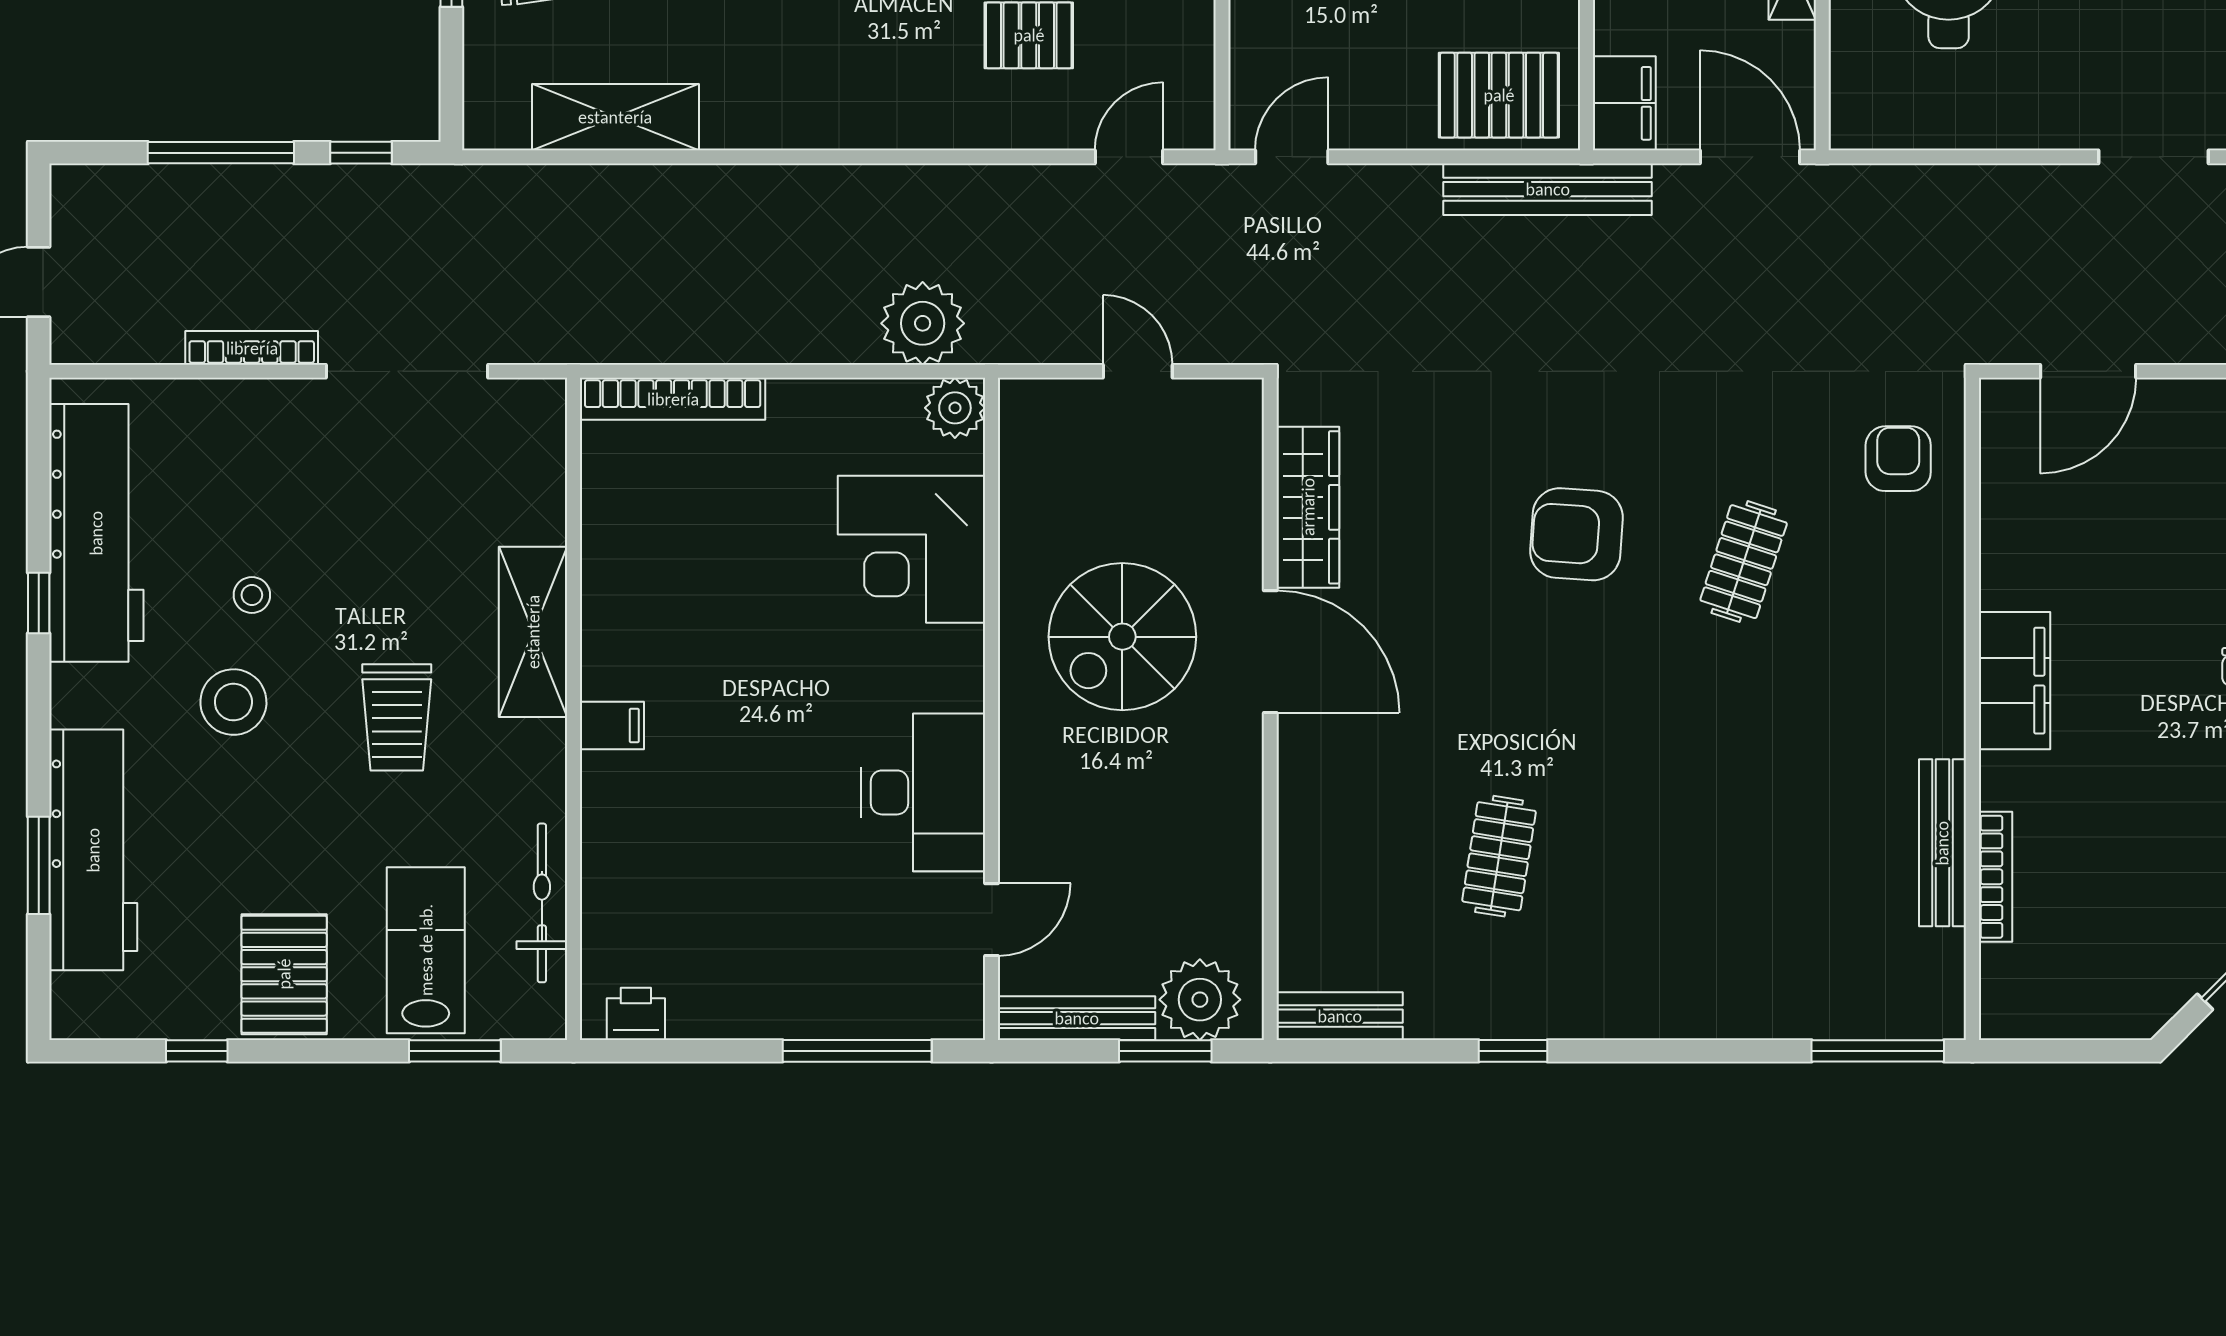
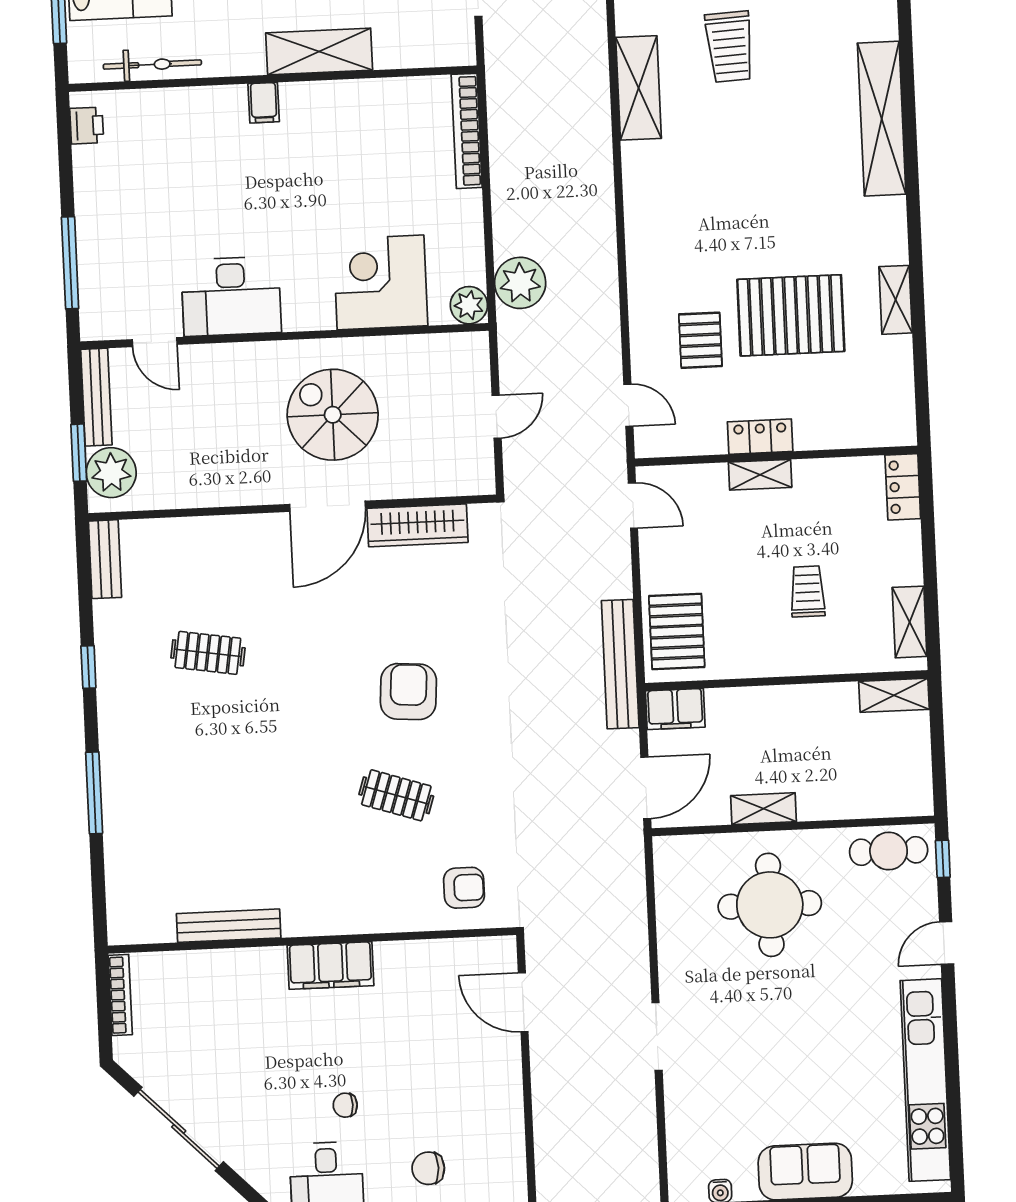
bookcase: (1995, 877) -> (120, 995), moved, turned -90
window: (1878, 1051) -> (94, 793), moved

